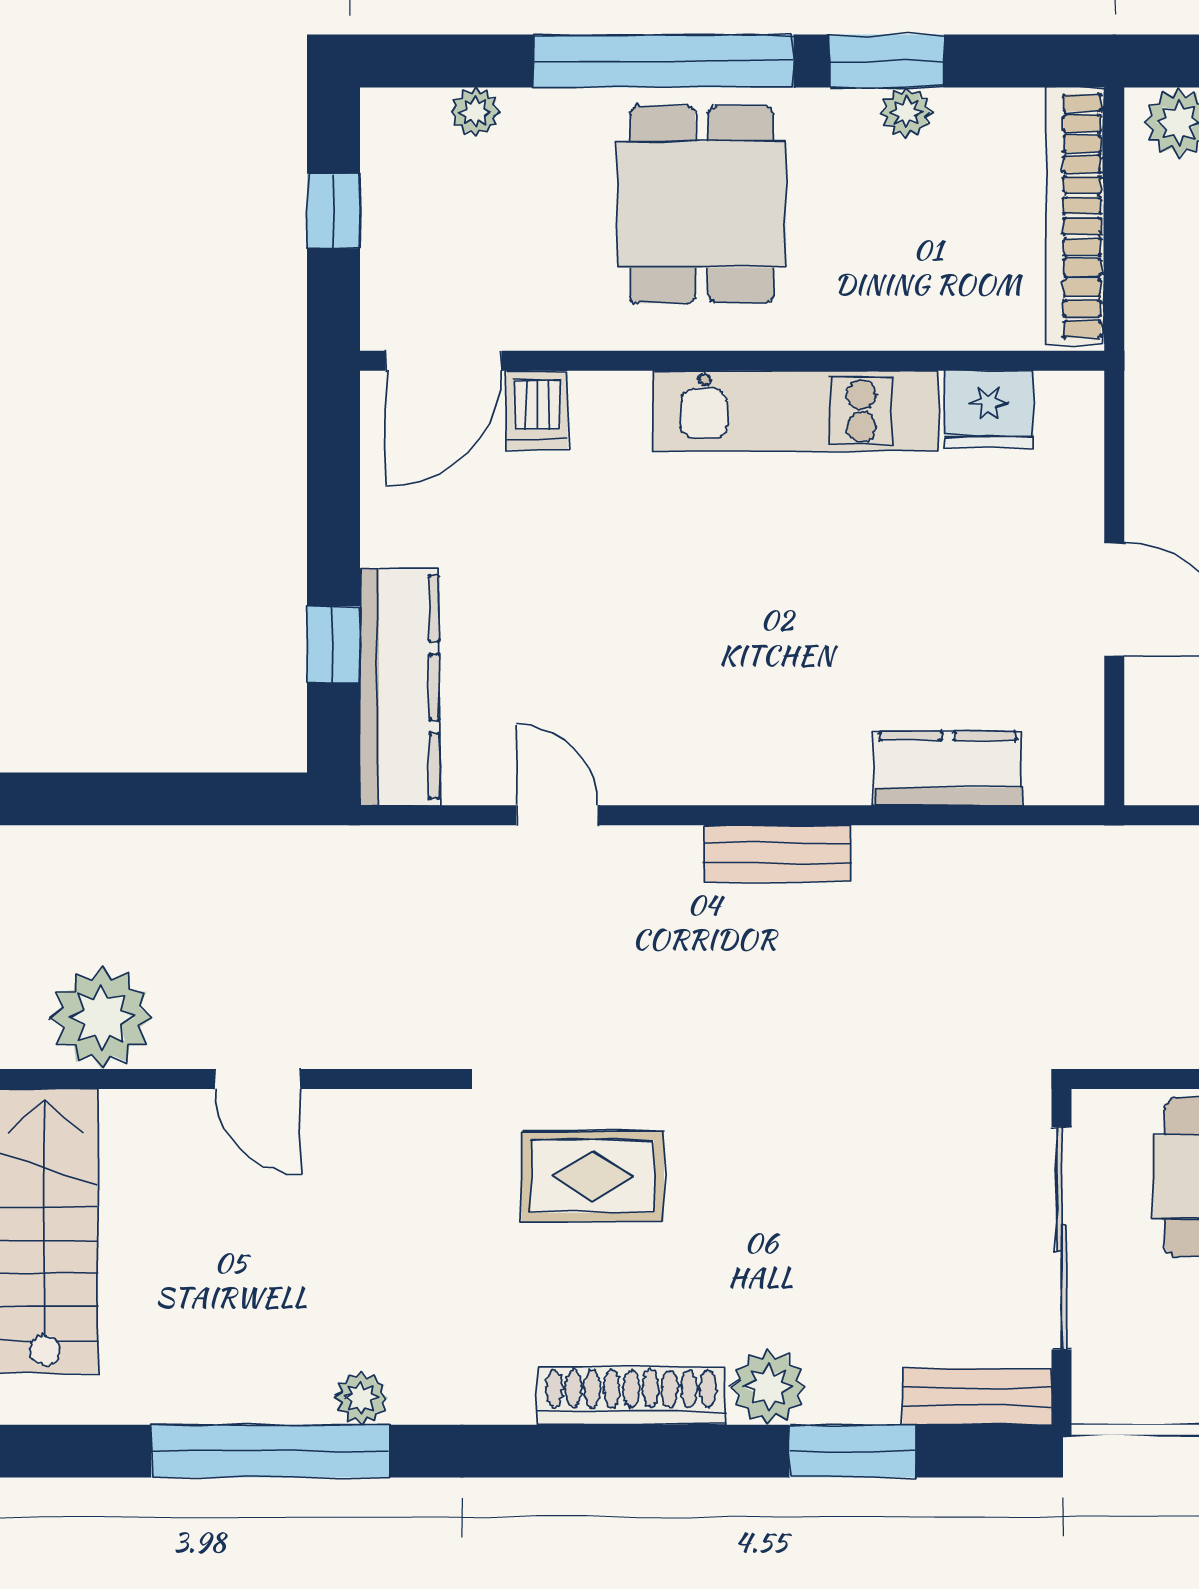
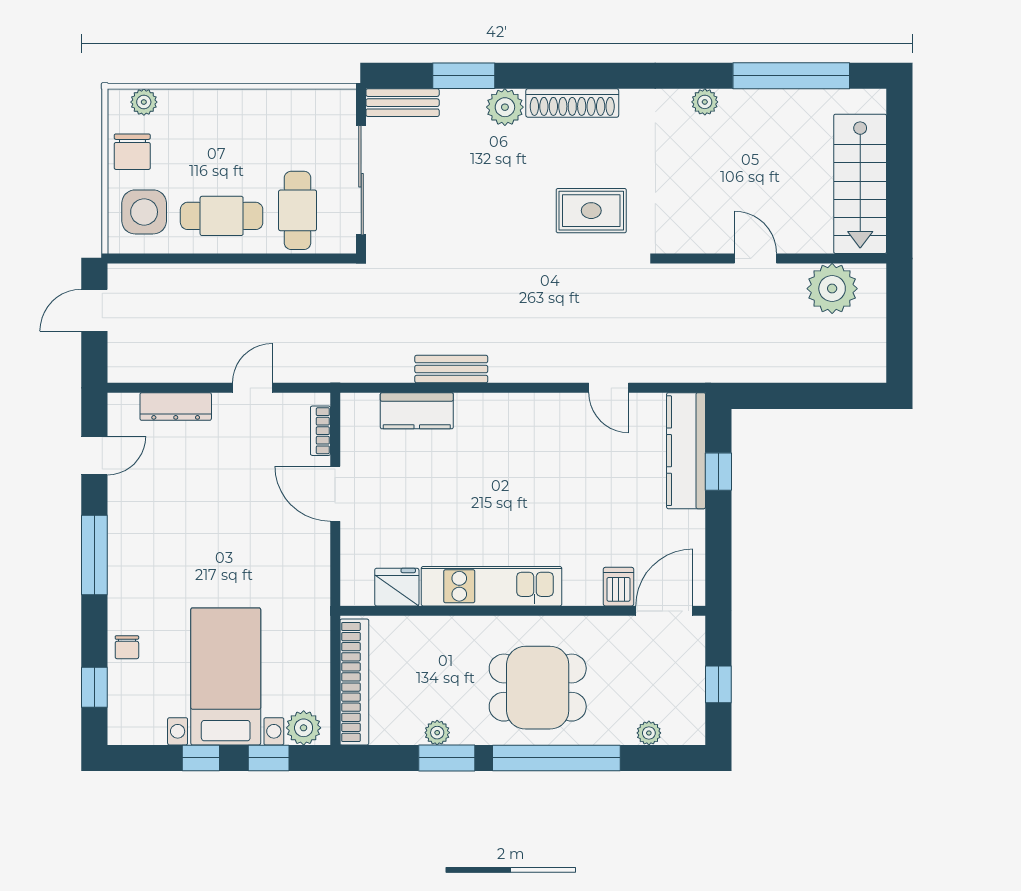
dining table: (702, 204) -> (538, 688), turned 90
bookcase: (1144, 728) -> (320, 431), added
bench: (777, 853) -> (451, 369), moved
window: (270, 1451) -> (791, 76), moved

